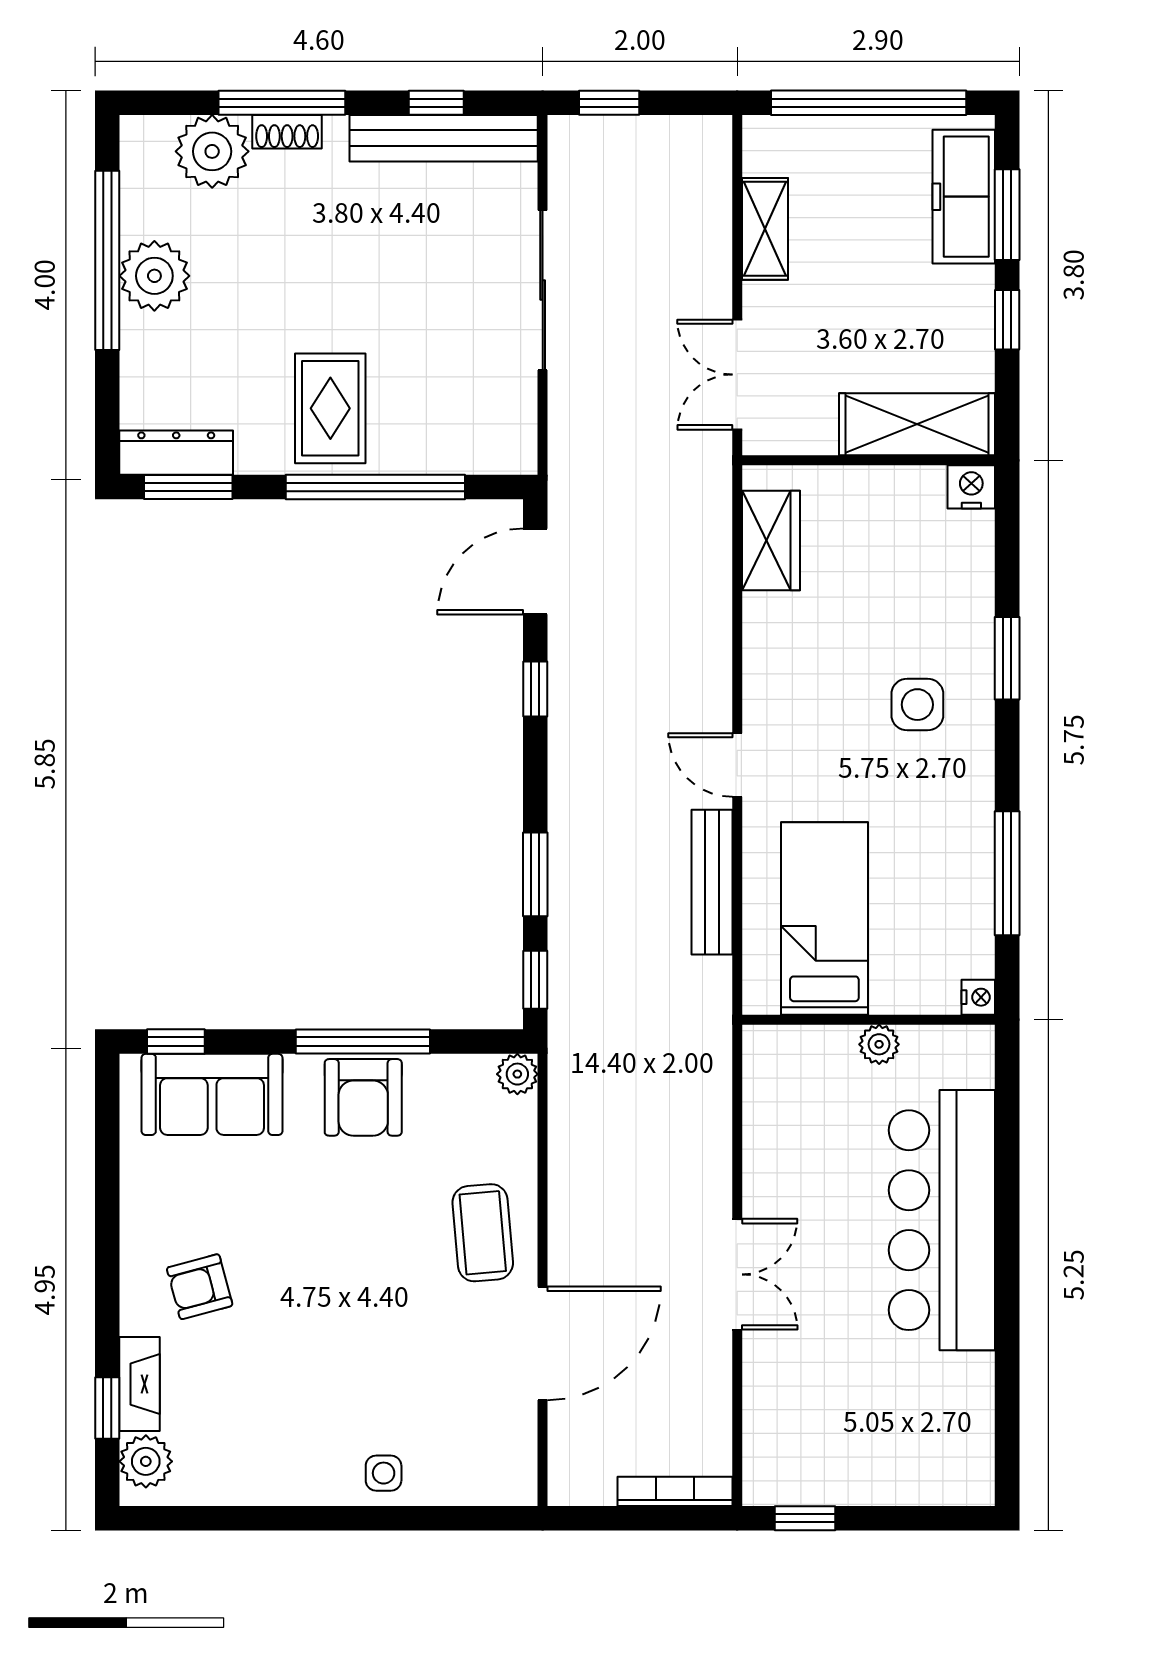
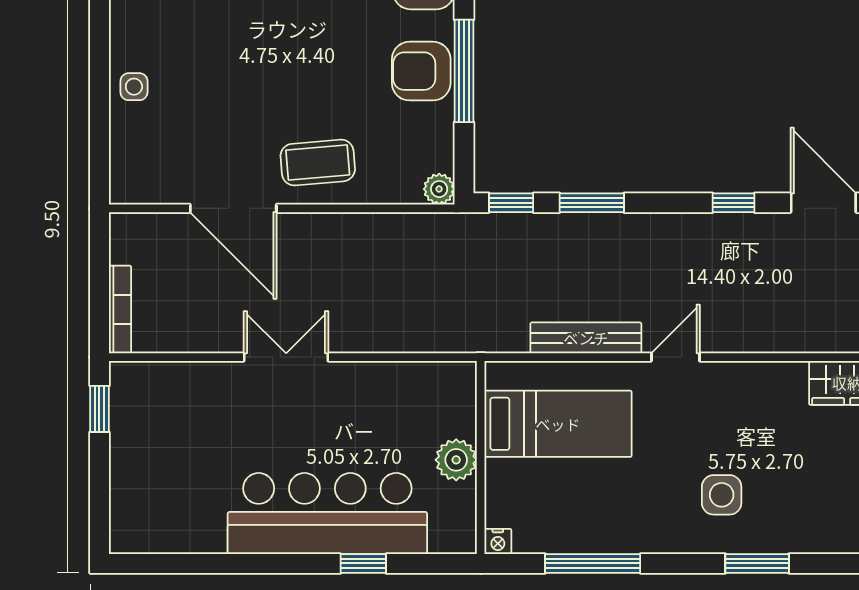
plant: (879, 1044) -> (456, 460), width x1.38, depth x1.38
window: (1007, 1173) -> (363, 563), added
double door: (737, 1274) -> (286, 357), swing flipped

